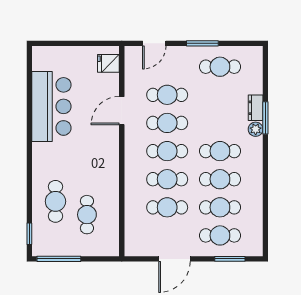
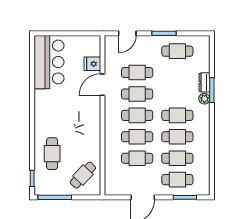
fridge: (108, 63) -> (92, 64), moved
bar counter: (51, 106) -> (49, 62), moved
cafe table: (87, 215) -> (83, 175), moved, turned 43

